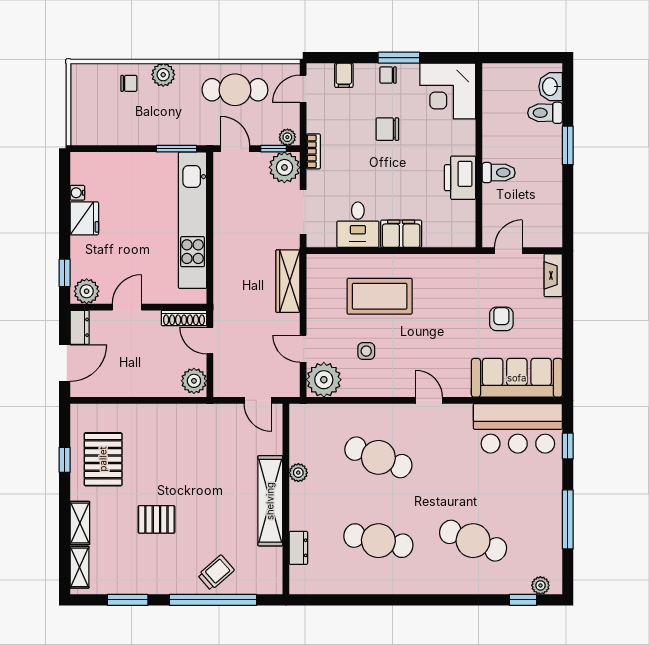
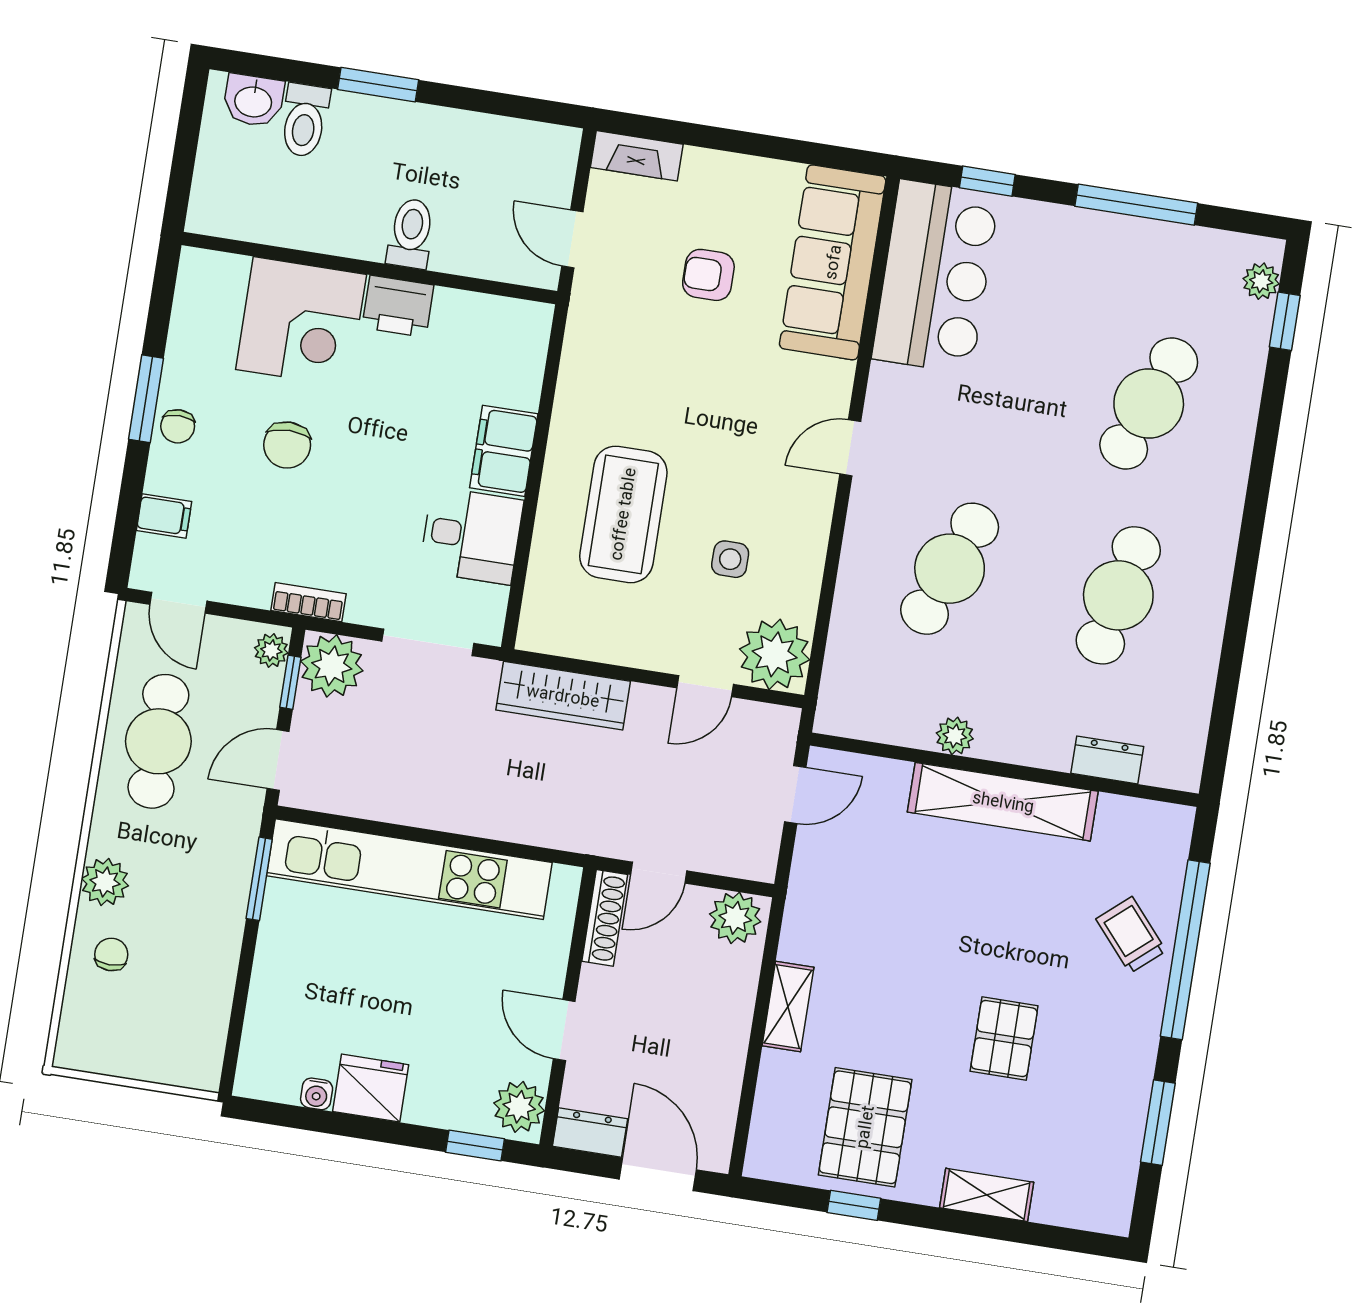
corner desk: (448, 91) -> (301, 322), moved
printer: (460, 178) -> (398, 306), width x0.73, depth x0.84
pallet: (103, 459) -> (865, 1127), turned 90
shelving: (79, 567) -> (788, 1007), moved, turned 90

